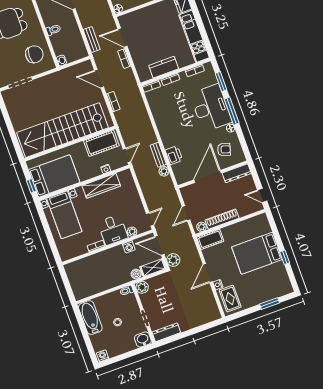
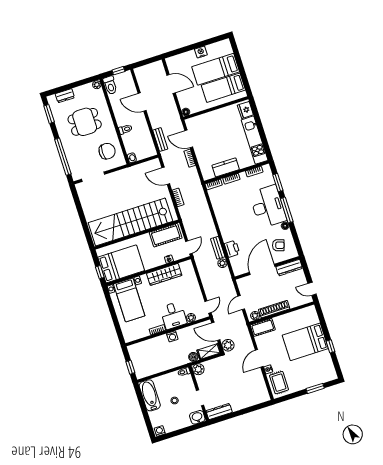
washing machine: (129, 247) -> (172, 336), moved
window: (68, 288) -> (130, 367), added

